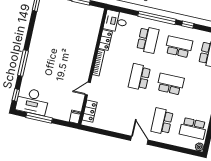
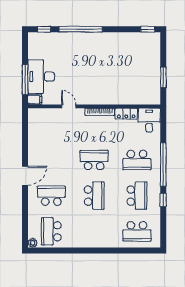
window: (23, 63) -> (81, 29), width x1.46
desk: (32, 101) -> (41, 77), moved
locker: (90, 111) -> (45, 114), removed
window: (39, 118) -> (25, 80), moved

